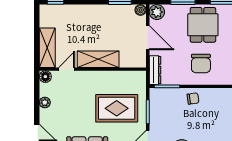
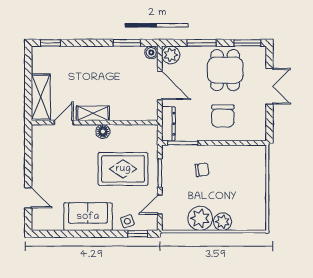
shelving: (98, 59) -> (93, 113), width x0.67, depth x0.75
floor lamp: (45, 77) -> (103, 131), moved
chair: (193, 99) -> (202, 170), moved
plant: (45, 103) -> (38, 162), removed

